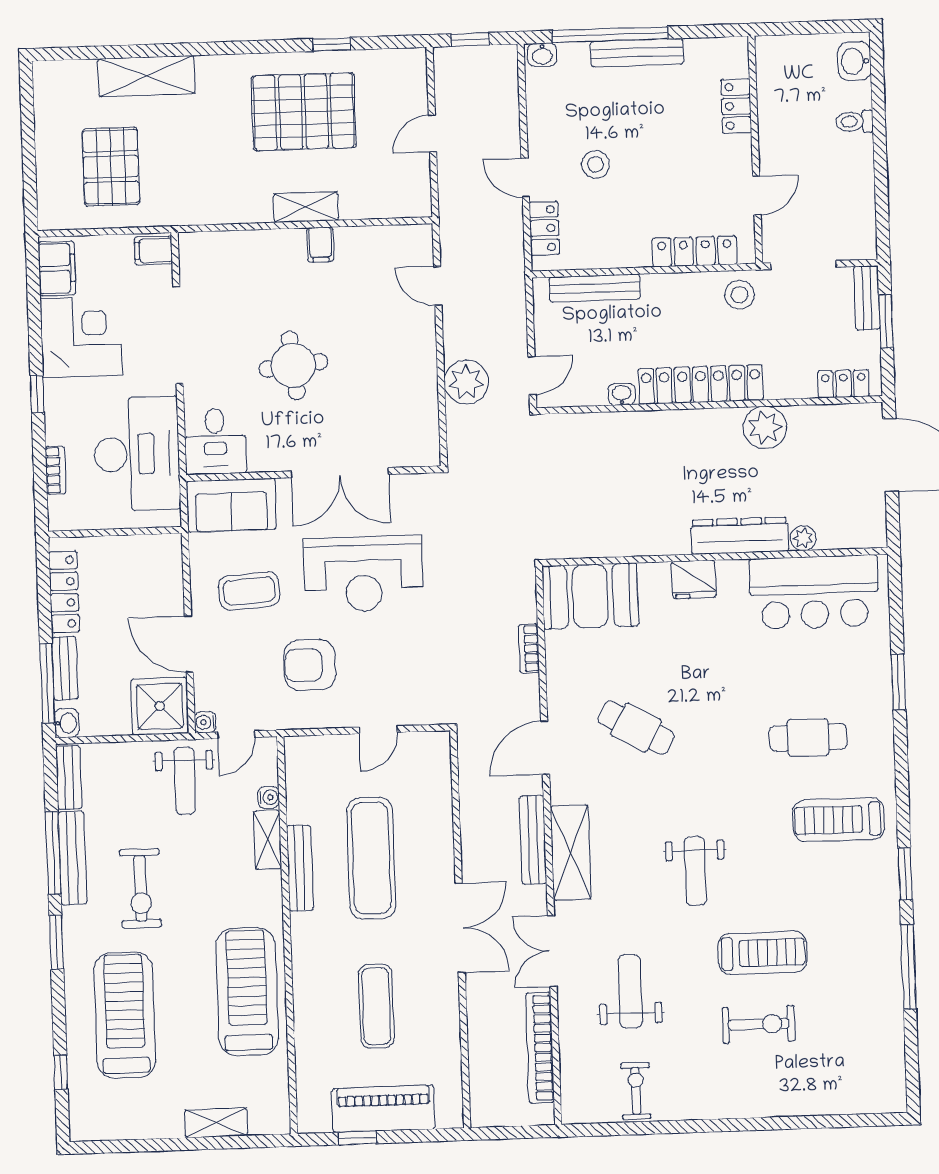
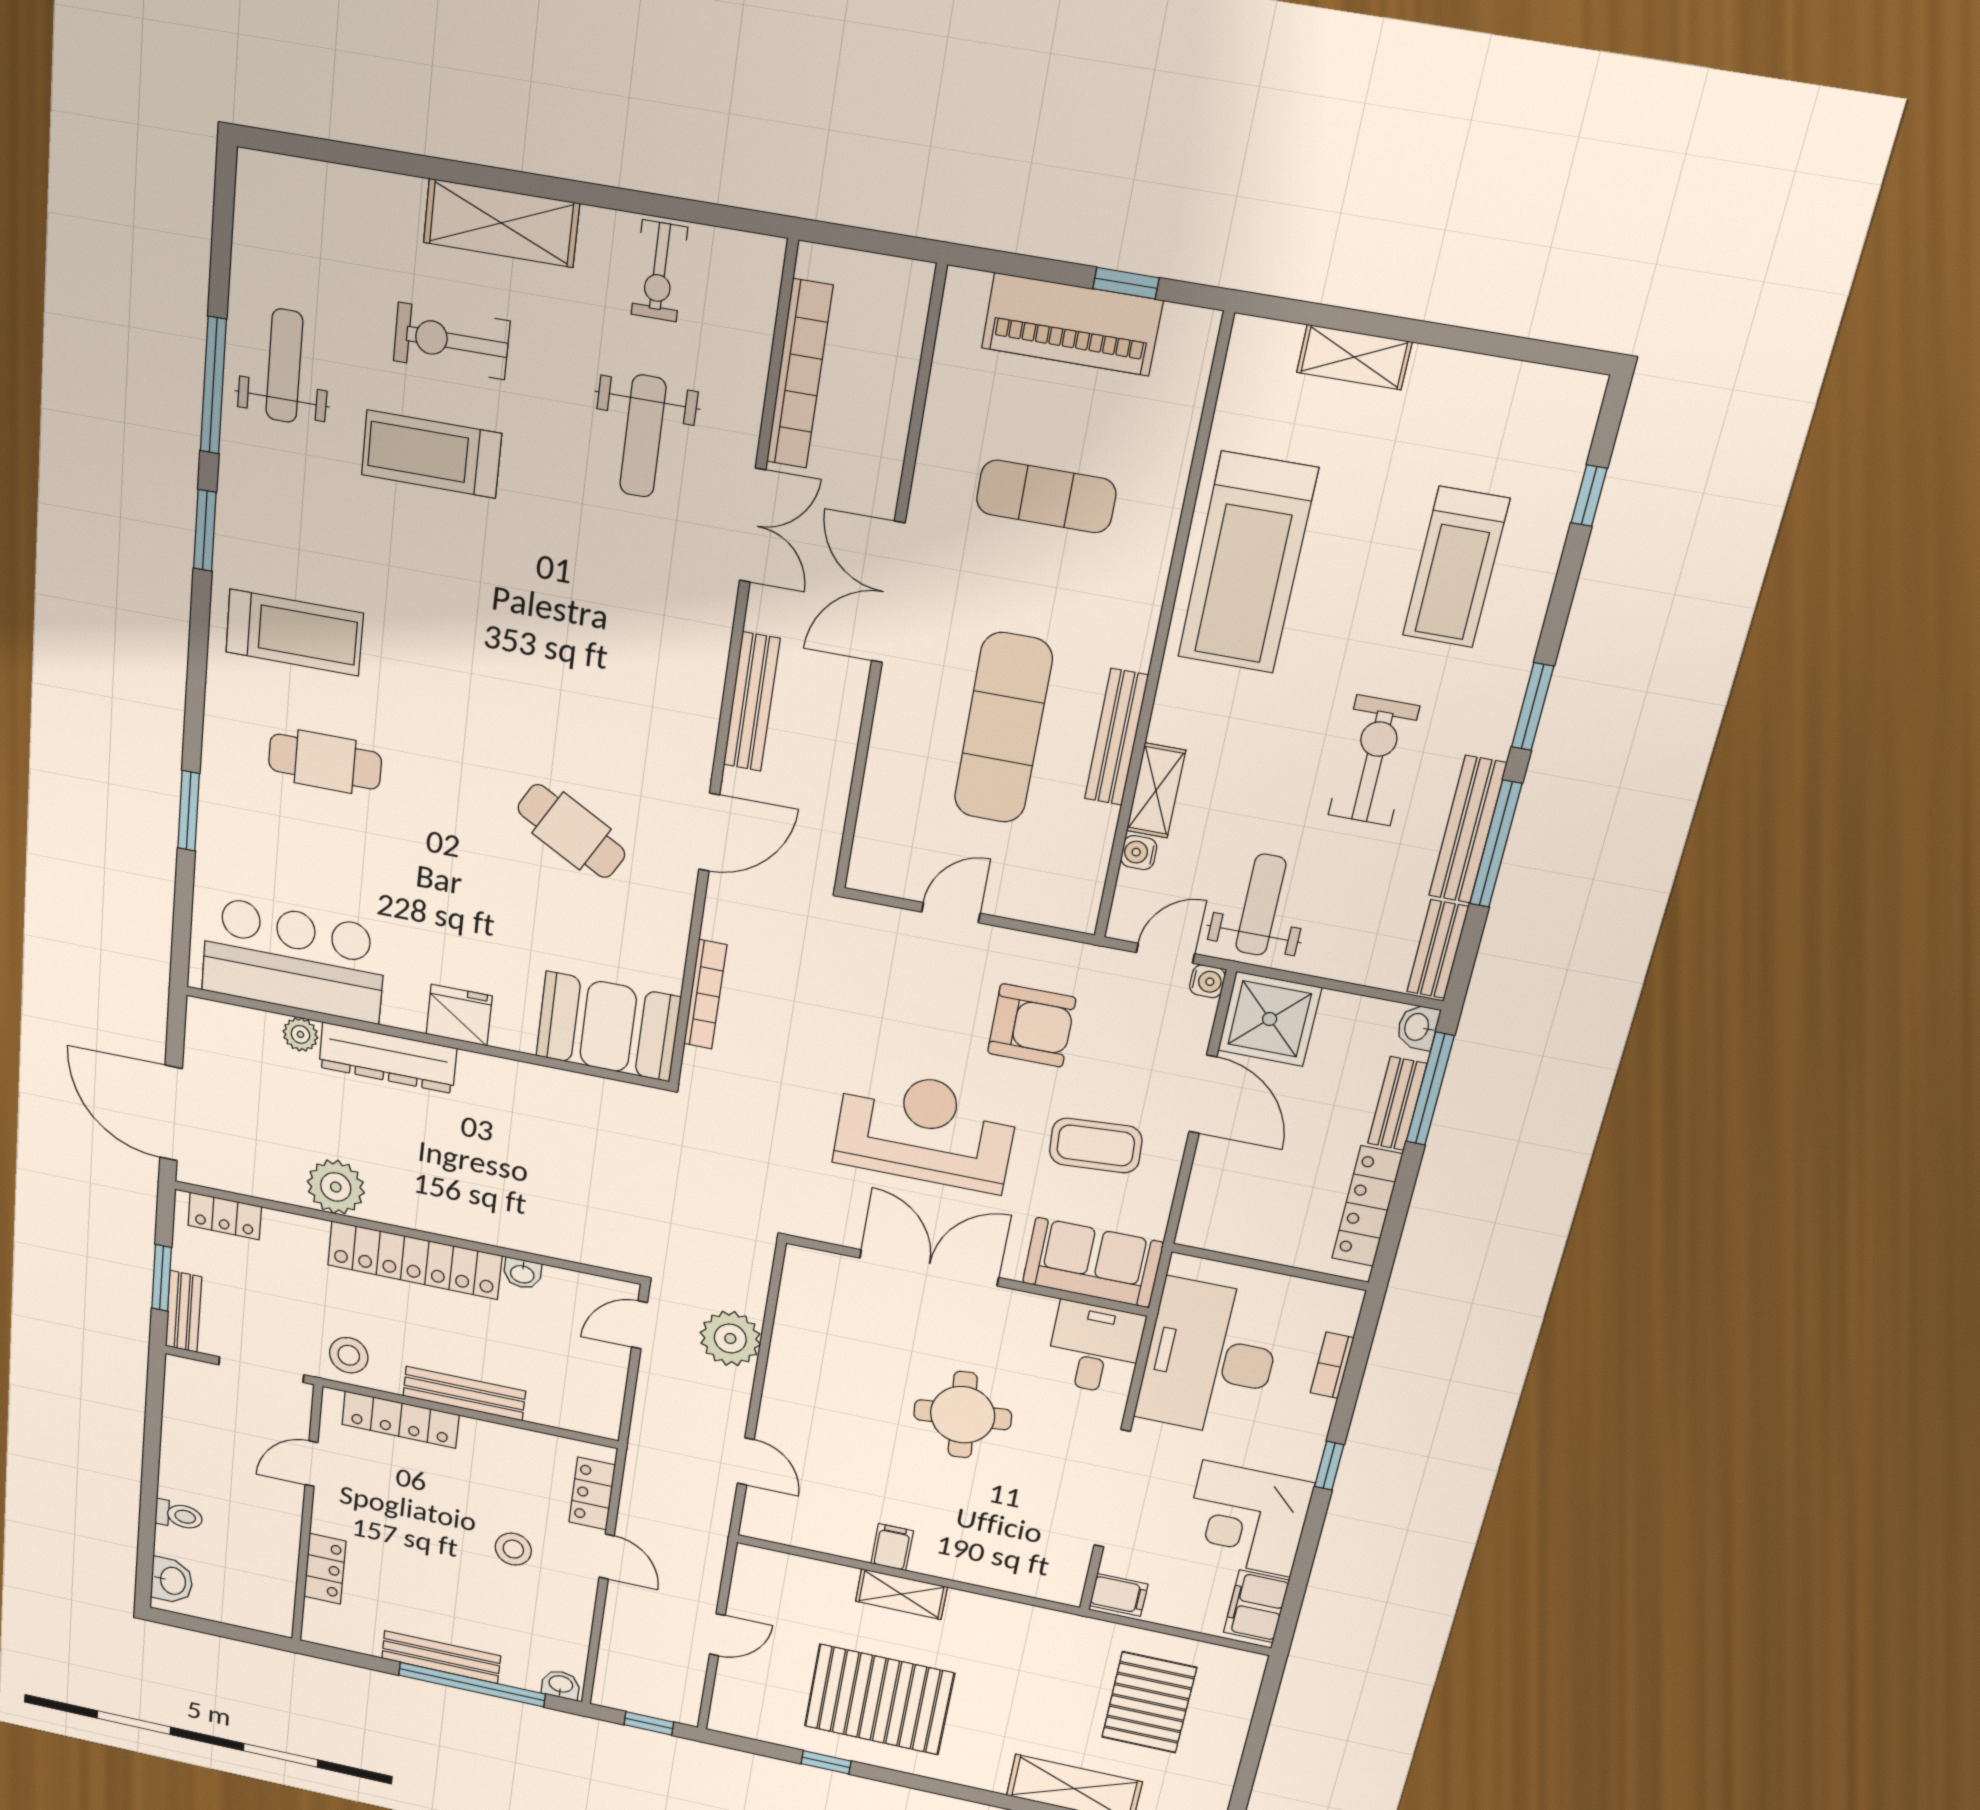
bench: (595, 288) -> (464, 1393), moved
bookcase: (529, 649) -> (705, 994), width x1.56
shelving: (571, 853) -> (501, 223), moved, turned 90
weight bench: (695, 871) -> (284, 366), moved
exercise mat: (376, 1006) -> (1046, 496), turned 90
treadmill: (125, 1015) -> (1456, 567), width x0.73, depth x0.73

